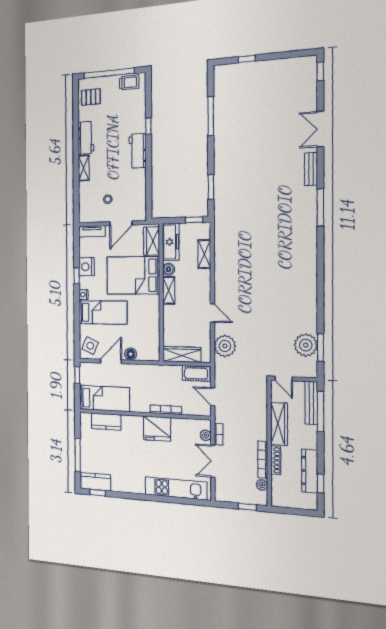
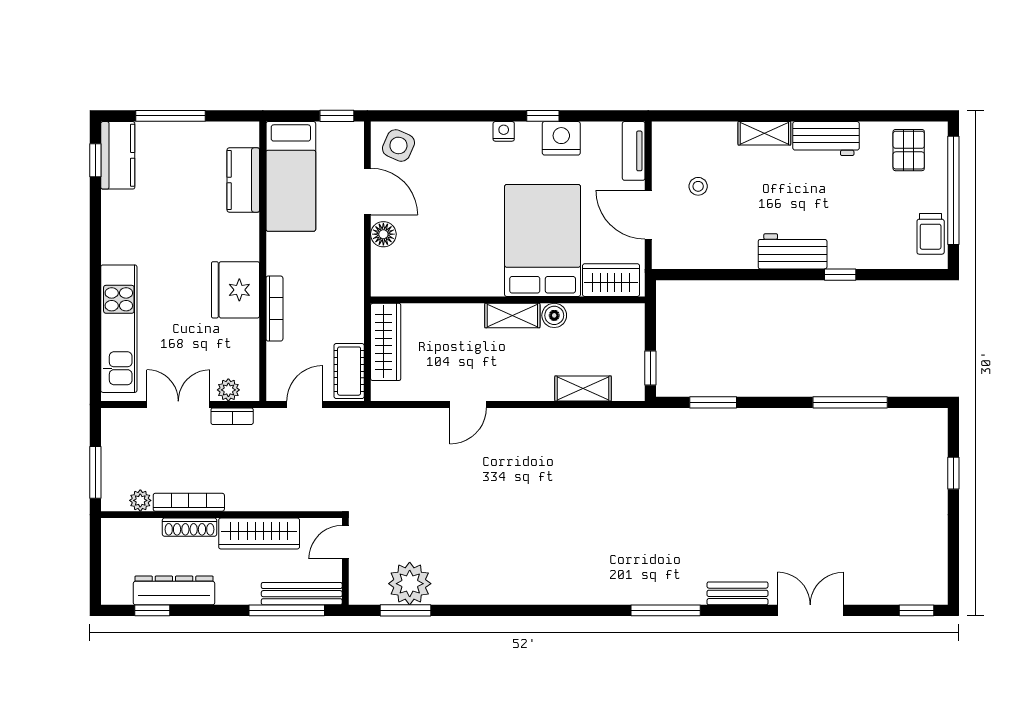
freezer: (171, 242) -> (608, 320), removed
bed: (103, 312) -> (467, 174), removed
plant: (225, 346) -> (404, 429), removed
window: (247, 507) -> (95, 472), width x1.50

